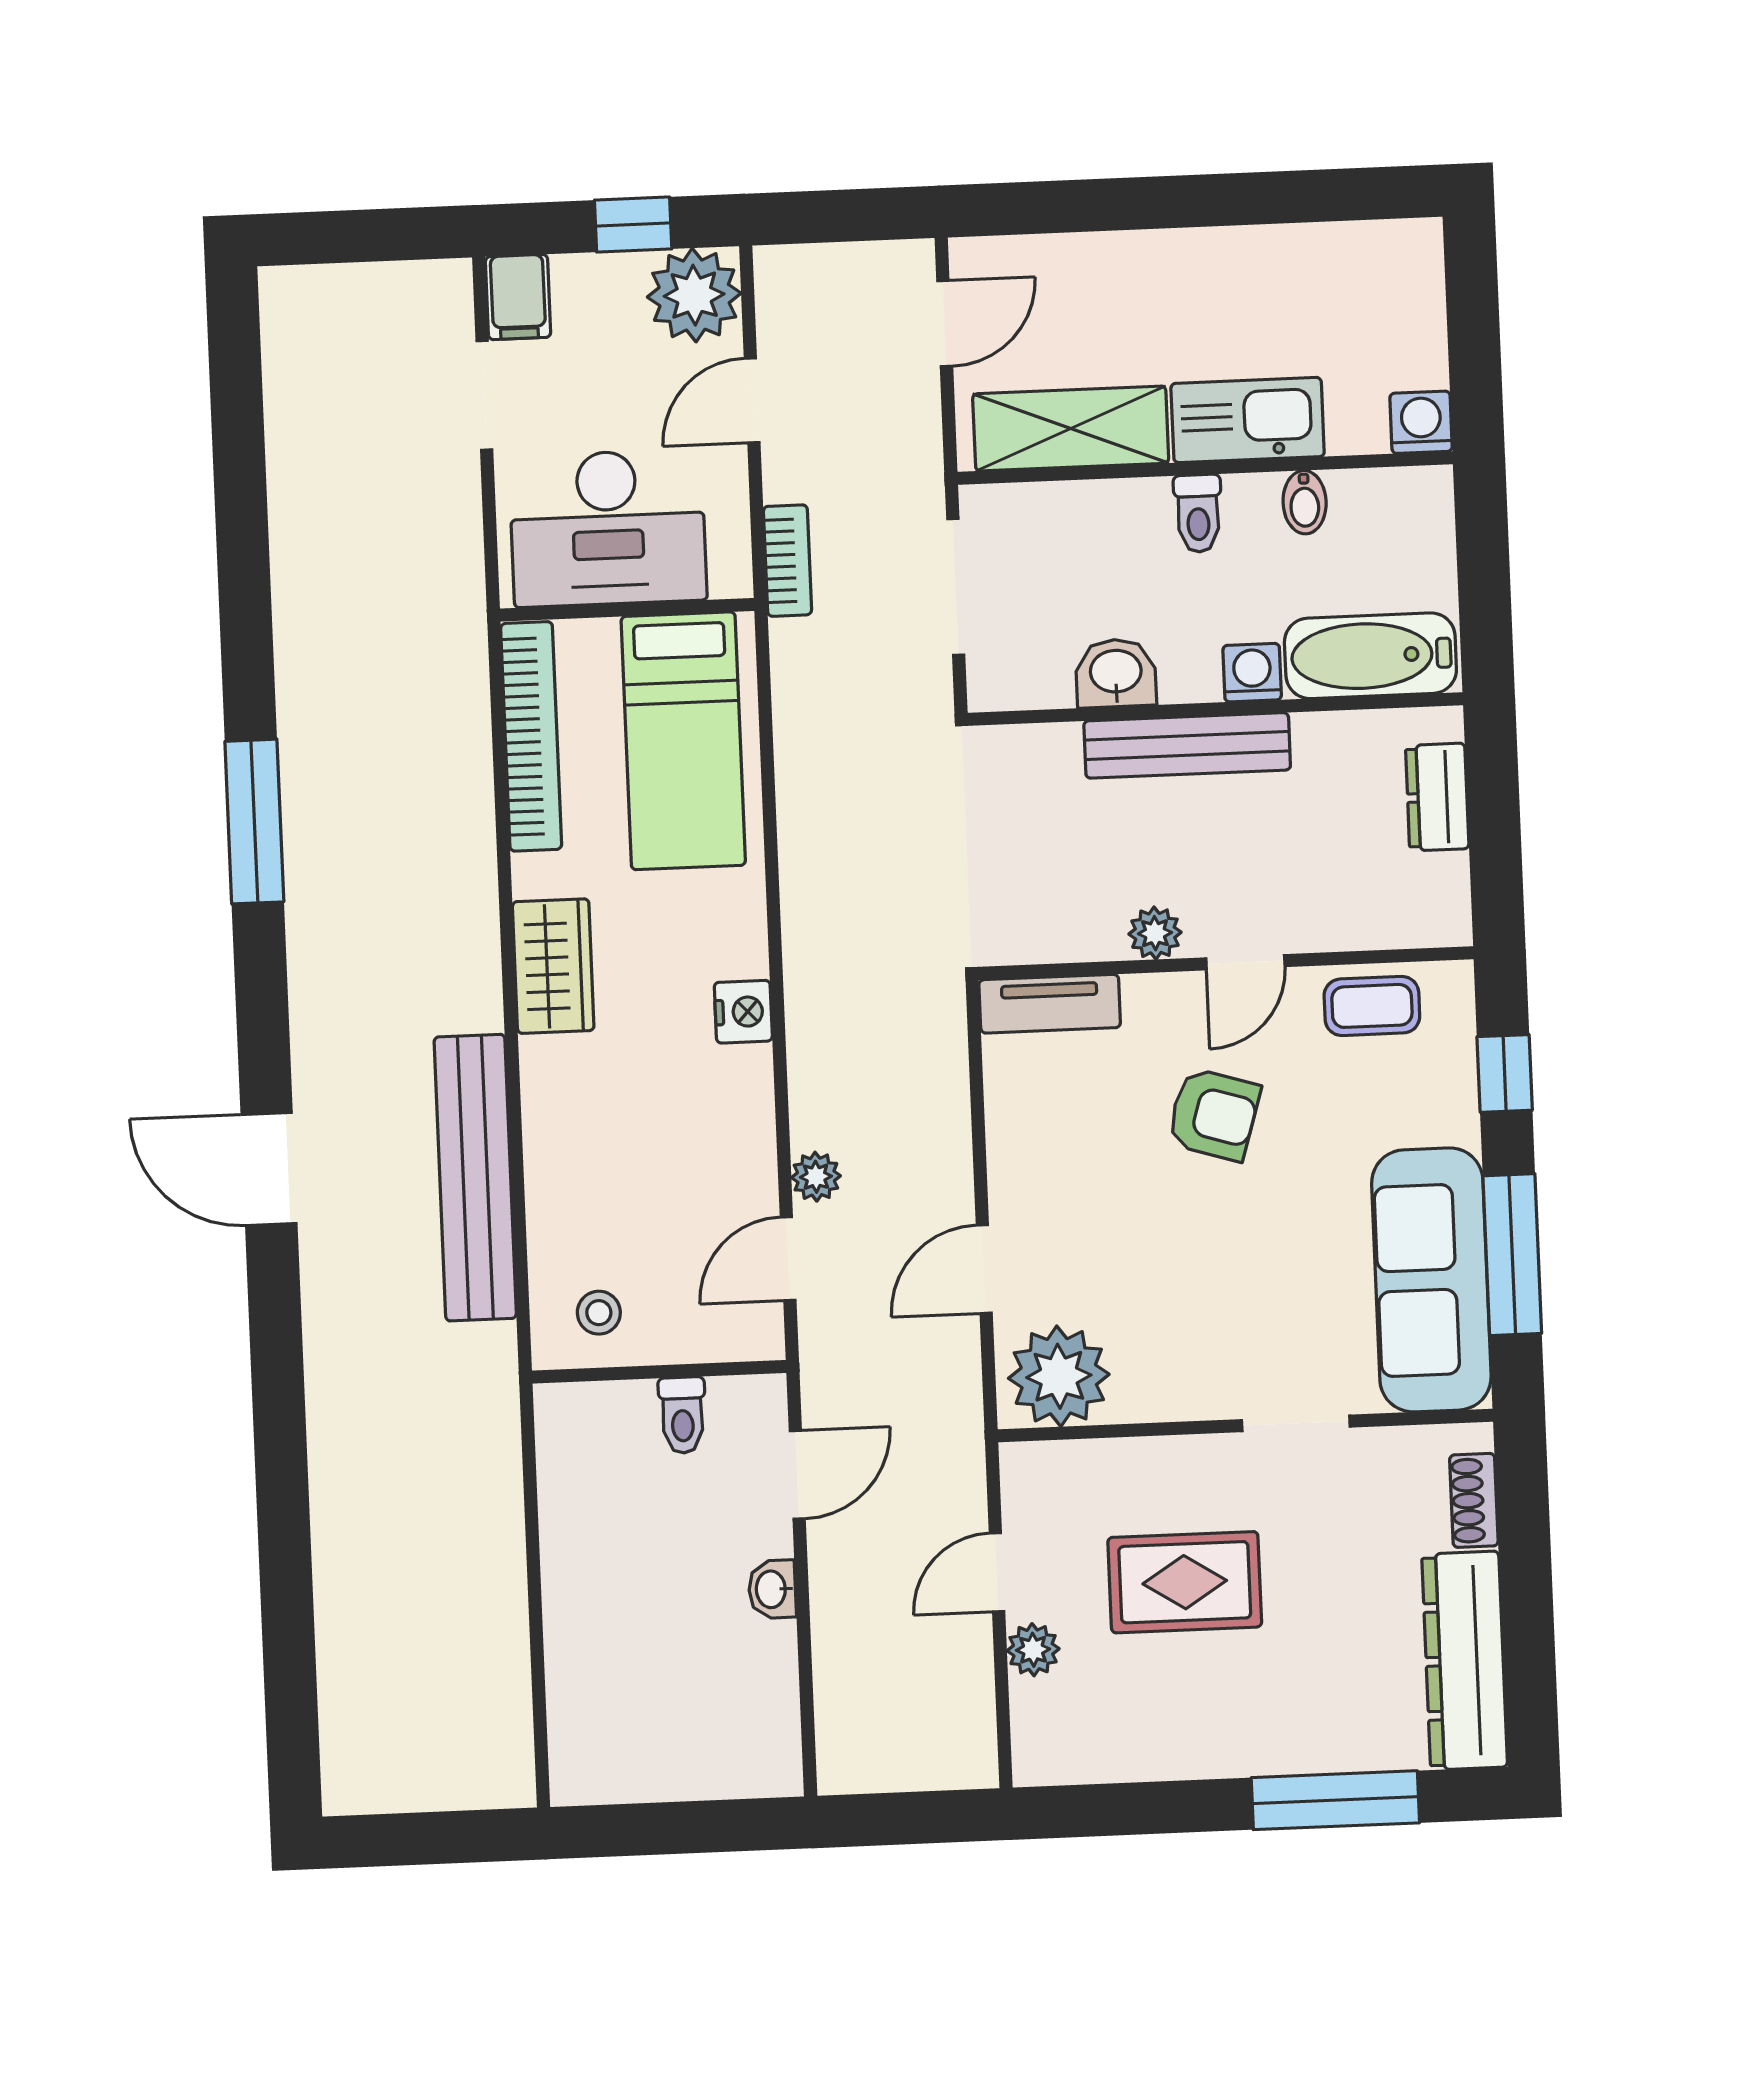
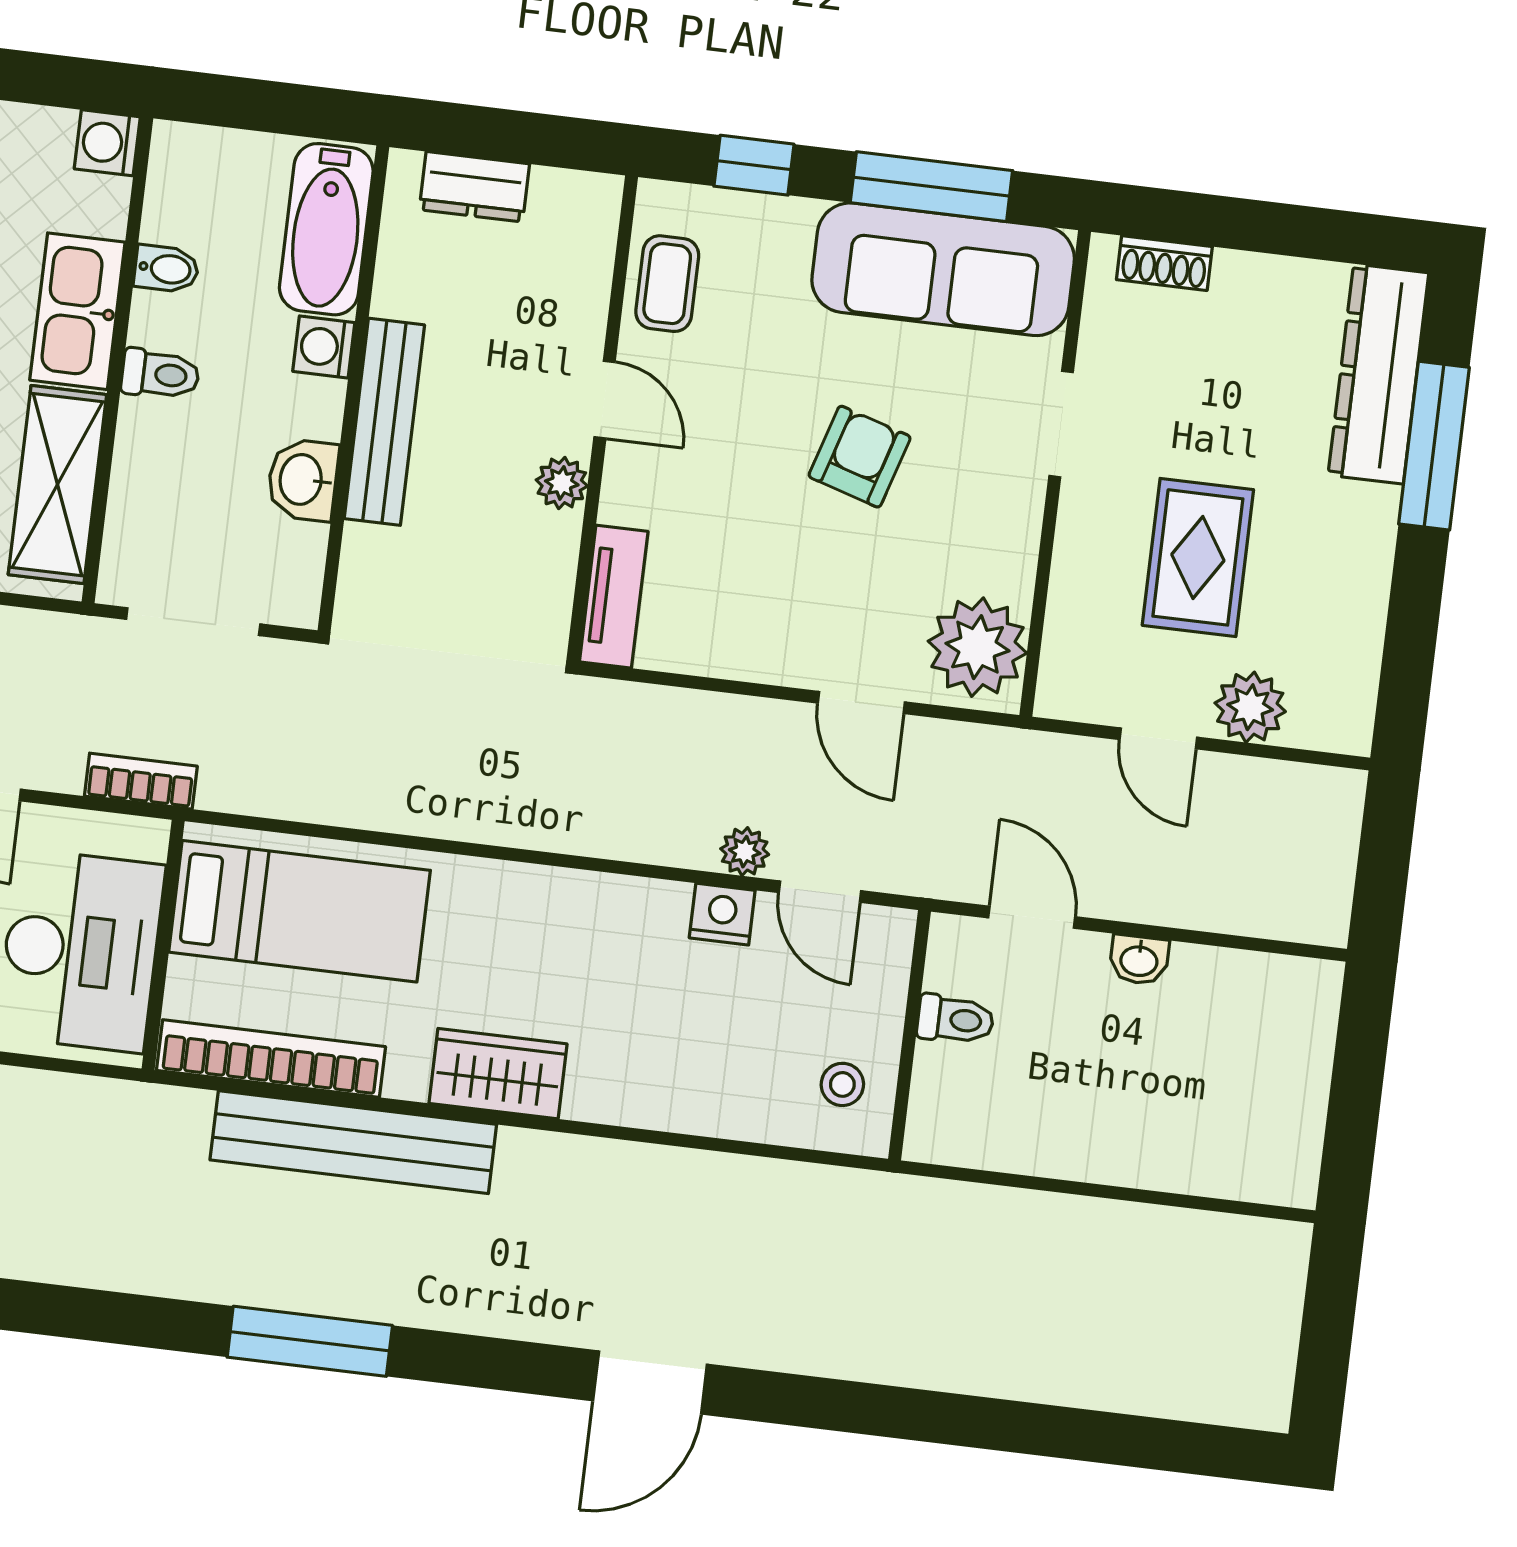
nightstand: (743, 1012) -> (722, 914), moved
armchair: (1214, 1114) -> (860, 457), moved
bench: (475, 1178) -> (353, 1142), moved
plant: (1033, 1650) -> (1250, 707), width x1.38, depth x1.38
dresser: (1465, 1661) -> (1378, 374), moved, turned 90

